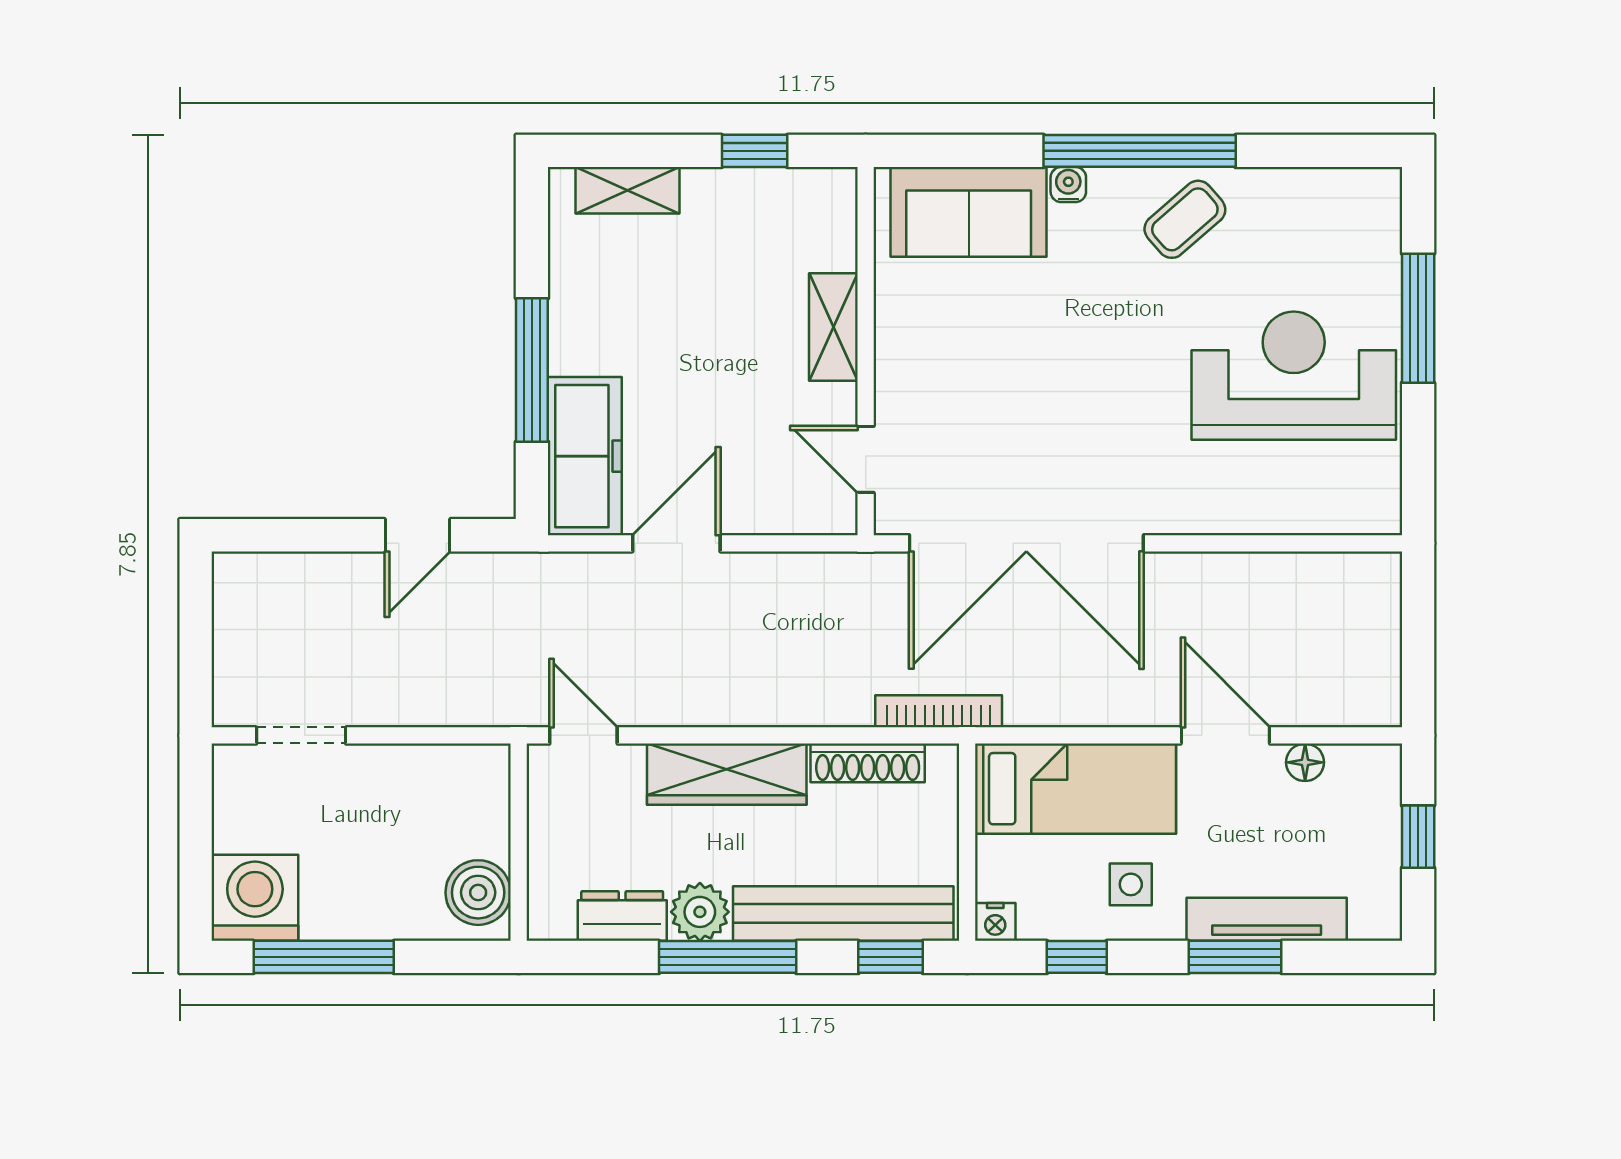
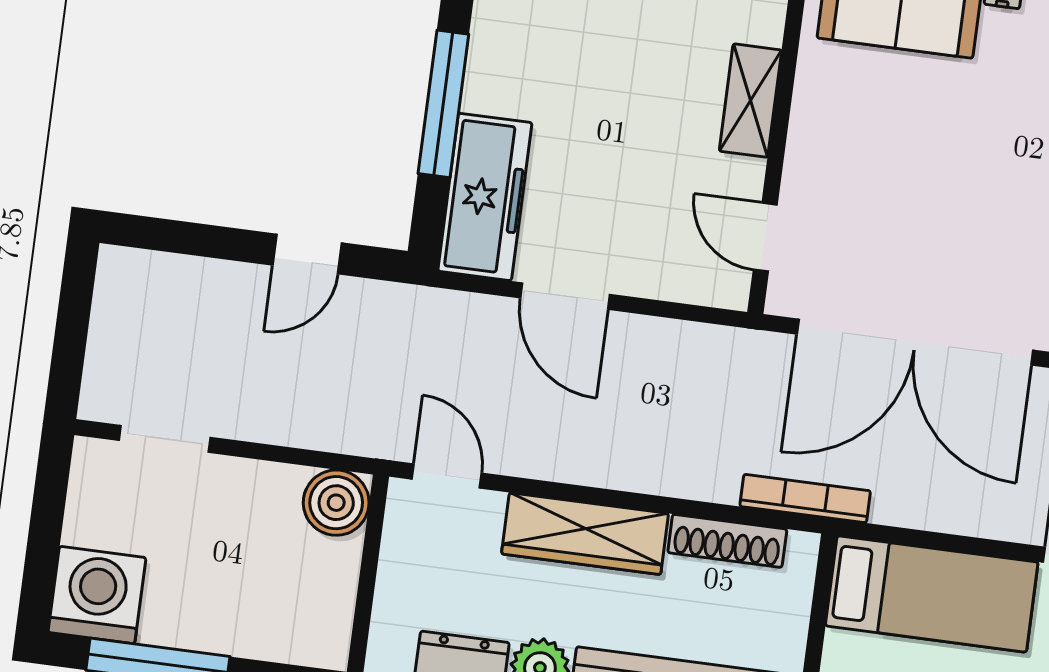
door: (676, 543) -> (565, 296), swing flipped
boiler: (478, 893) -> (336, 503), moved

